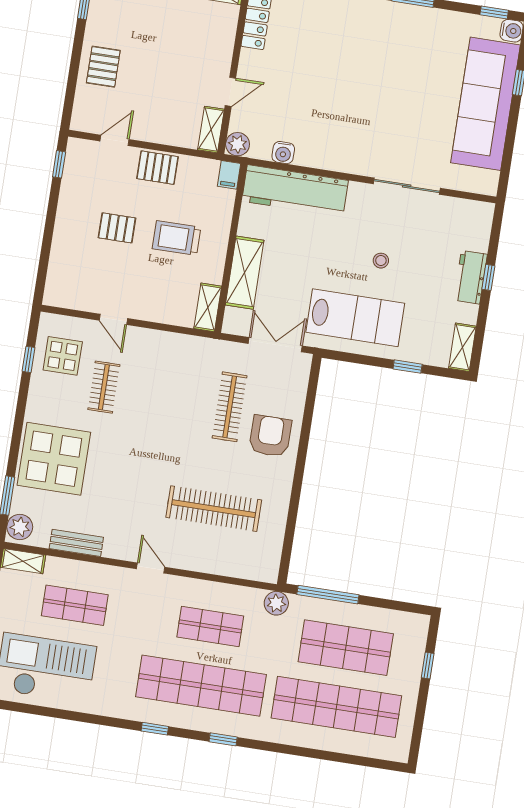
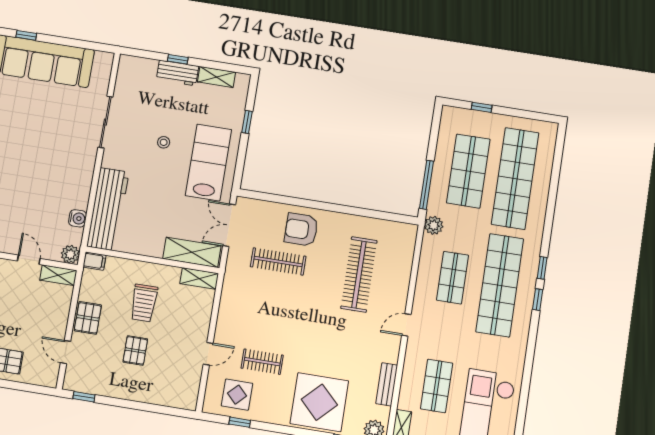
shelving: (245, 273) -> (192, 252), moved
shelving: (462, 347) -> (217, 77), moved
window: (155, 729) -> (538, 300), moved

